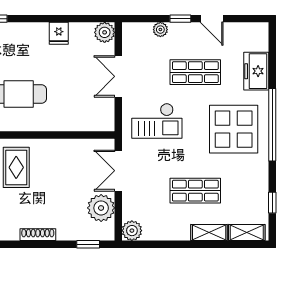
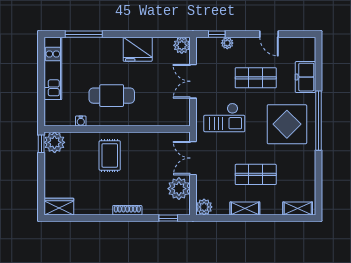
window: (180, 19) -> (217, 34), moved
fridge: (59, 33) -> (138, 49), width x1.88, depth x1.34
window: (272, 203) -> (318, 184), removed
shelving: (209, 232) -> (245, 208), moved

